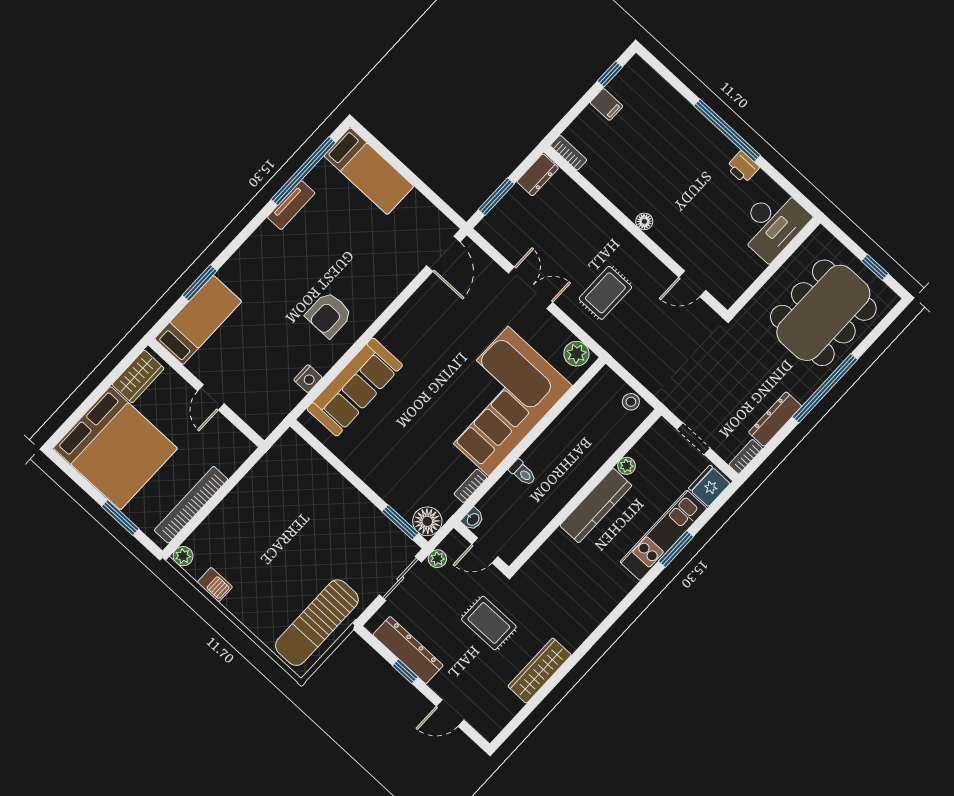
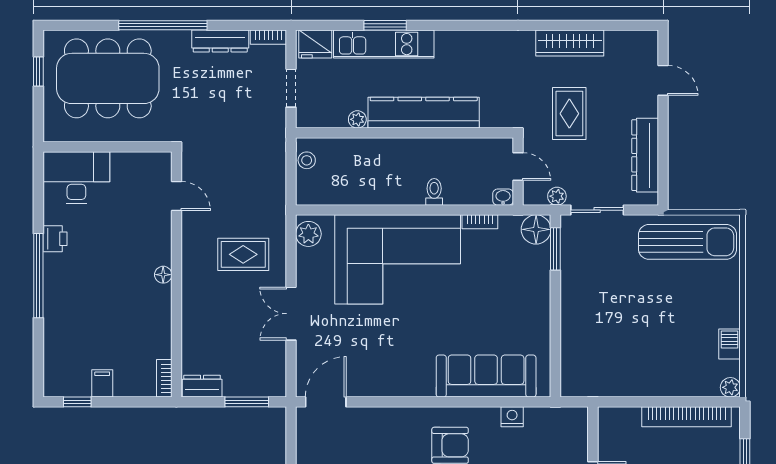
kitchen counter: (596, 506) -> (424, 113), width x1.39, depth x1.17
window: (405, 671) -> (663, 143), removed

